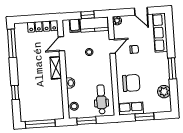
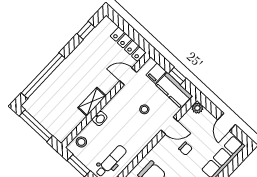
window: (12, 43) -> (86, 30), width x0.46
shelving: (56, 68) -> (92, 102), moved
window: (15, 93) -> (43, 76), width x3.17

